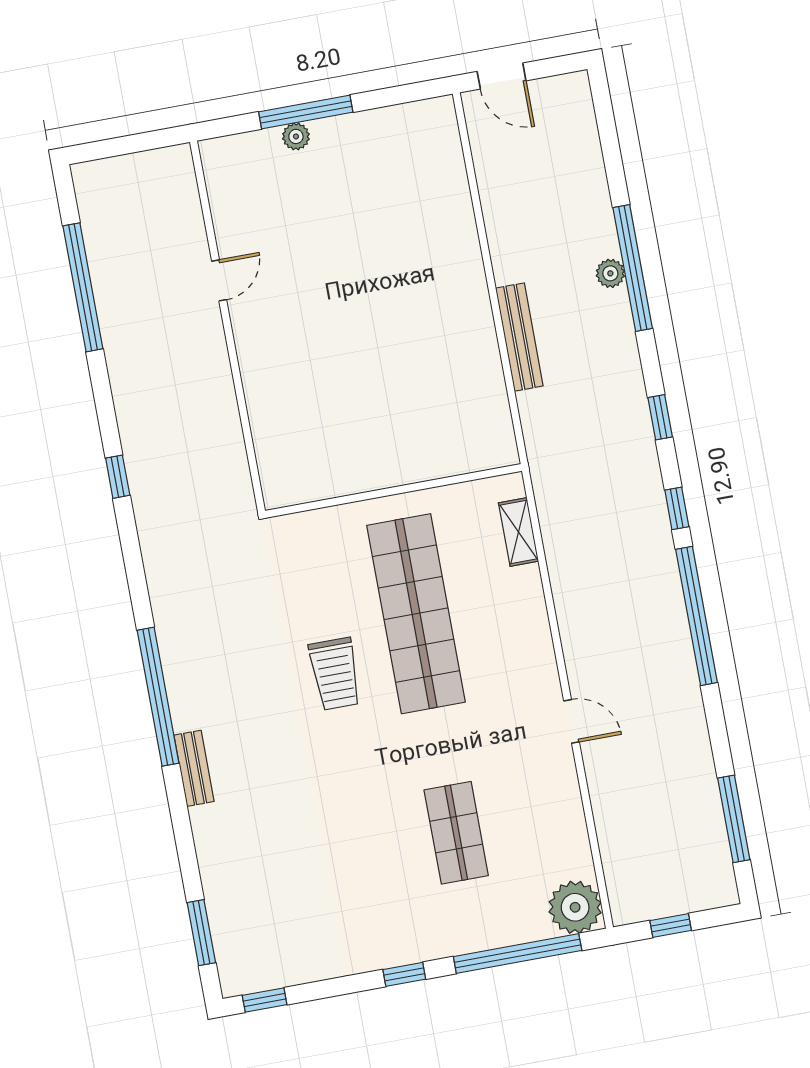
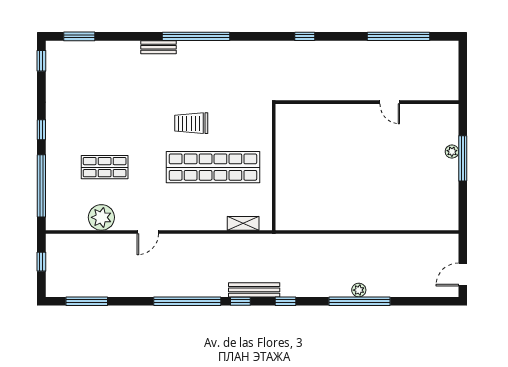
door: (502, 76) -> (463, 274), moved
bench: (519, 337) -> (254, 290), moved
plant: (575, 907) -> (101, 217), moved

